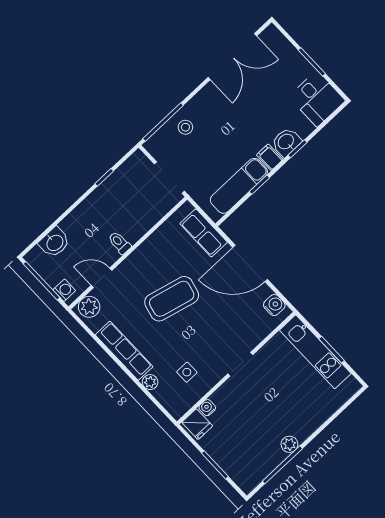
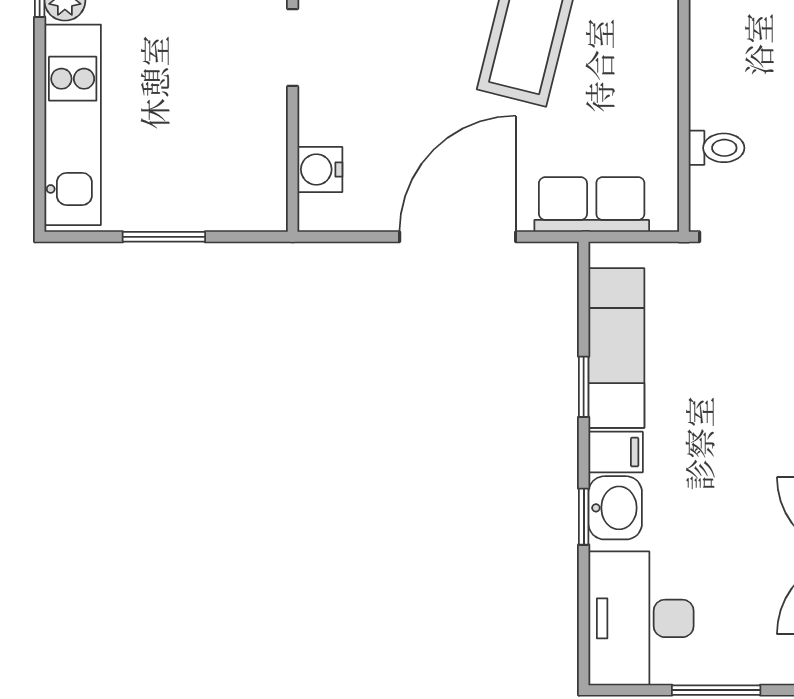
desk: (317, 99) -> (641, 618), width x1.37
toilet: (119, 243) -> (717, 148), moved
water cooler: (274, 305) -> (320, 169), moved, turned 90
kitchen unit: (315, 352) -> (73, 125), moved, turned 90

